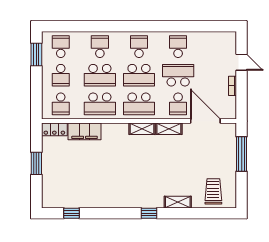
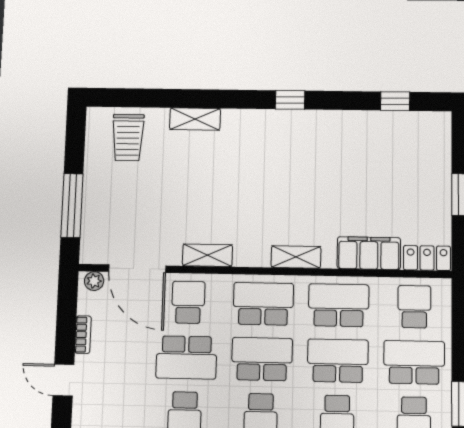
school desk: (61, 75) -> (414, 362), width x1.85
plant: (228, 114) -> (94, 281), added
shelving: (142, 129) -> (296, 257), moved
window: (149, 213) -> (290, 100), moved

